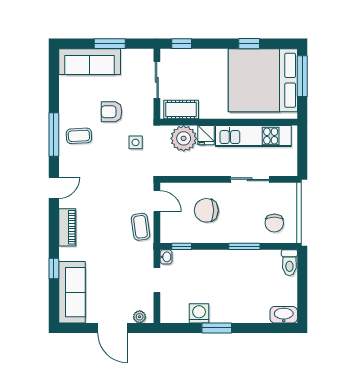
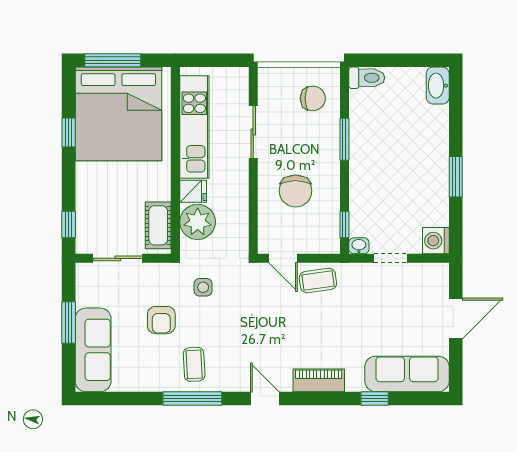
door: (157, 201) -> (283, 258), swing flipped
washing machine: (199, 313) -> (436, 241), moved
plant: (140, 317) -> (440, 282), removed

